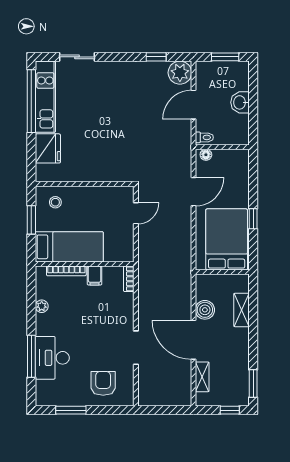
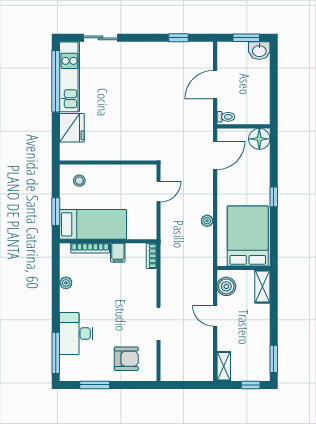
plant: (180, 73) -> (207, 221), moved, width x0.53, depth x0.53
washbasin: (240, 102) -> (259, 51), moved, turned -90
floor lamp: (206, 155) -> (259, 139), moved, width x1.89, depth x1.89
door: (193, 192) -> (215, 156), moved
window: (31, 220) -> (56, 212), moved
bed: (227, 239) -> (248, 236), moved
wall: (222, 272) -> (243, 268), moved
door: (193, 340) -> (215, 316), width x0.53
window: (31, 356) -> (56, 353), moved
shelving: (202, 377) -> (224, 366), moved
armchair: (103, 383) -> (126, 359), turned 90

